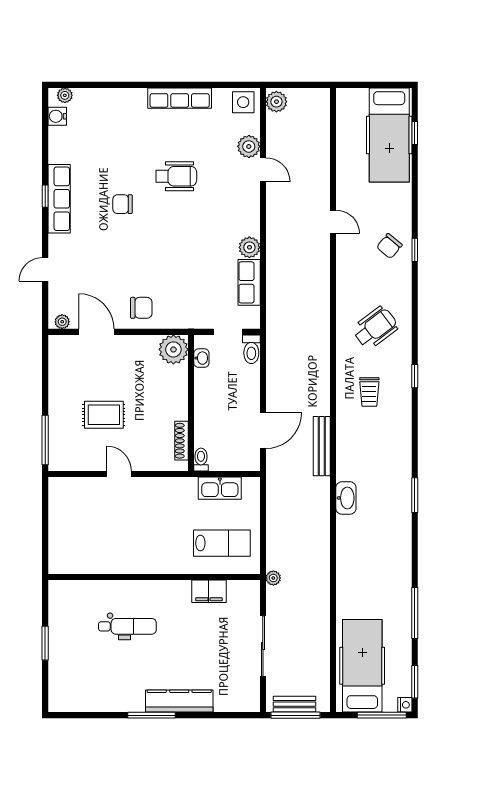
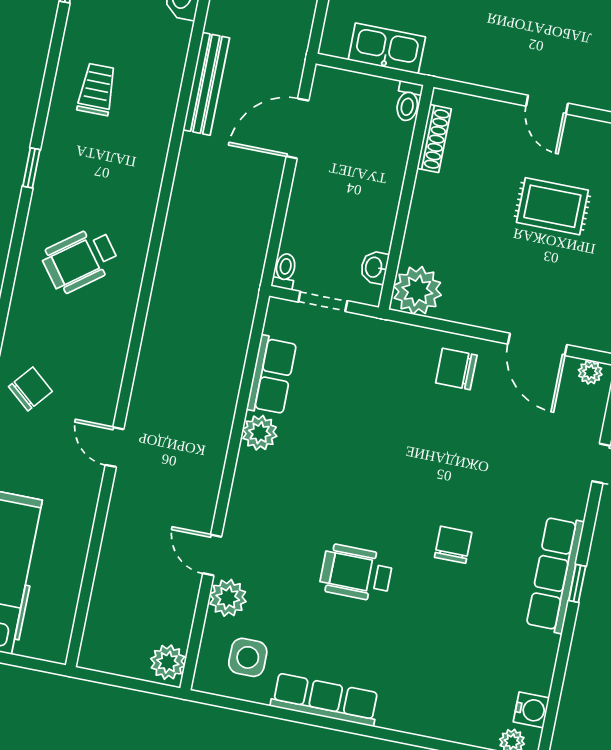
side table: (243, 102) -> (248, 657), moved
chair: (123, 204) -> (453, 545), turned -90
toilet: (251, 349) -> (285, 271), width x0.73, depth x0.72
trolley: (369, 392) -> (97, 89), moved

